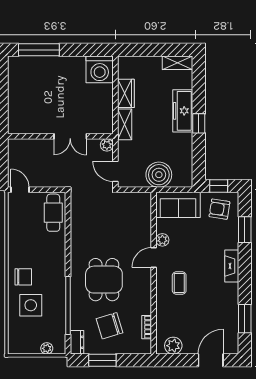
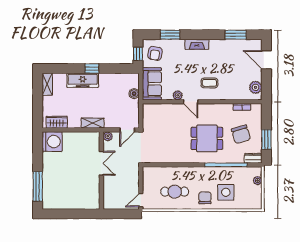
wardrobe: (126, 93) -> (57, 122), moved
boiler: (159, 175) -> (134, 94), width x0.54, depth x0.54
cafe table: (53, 213) -> (175, 192), moved

